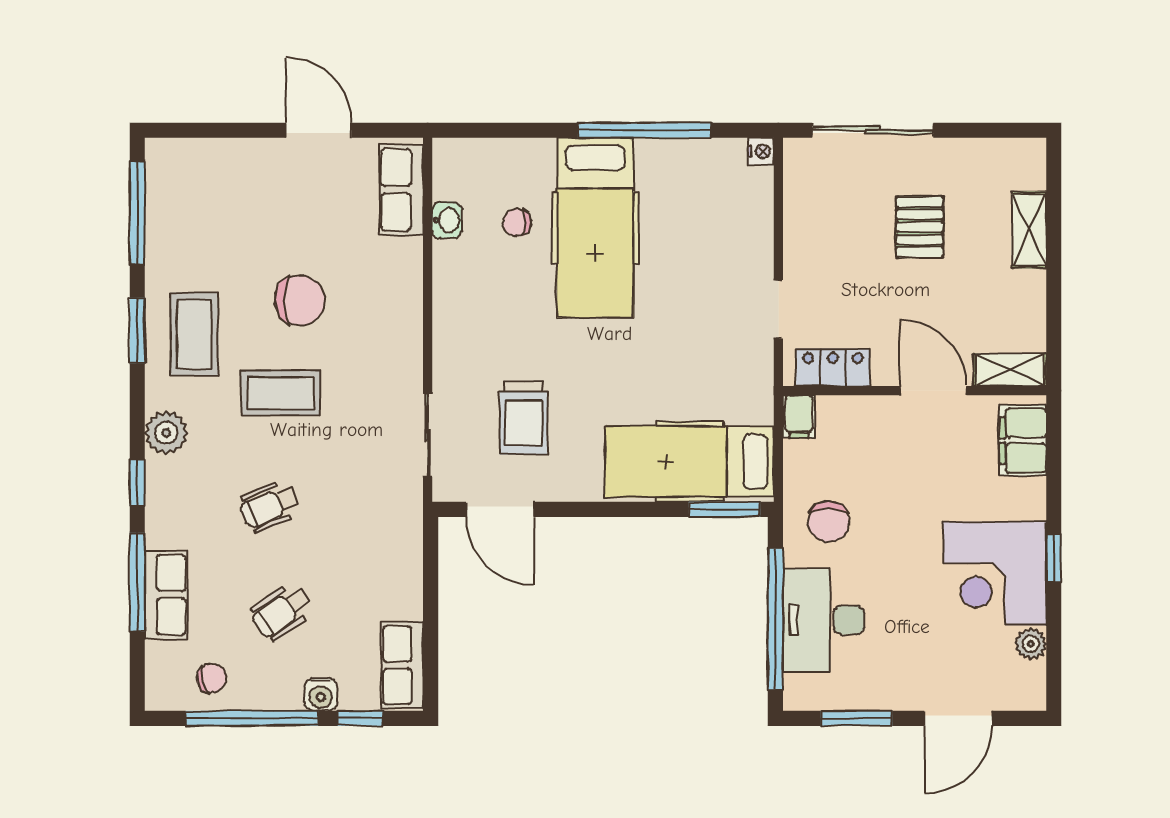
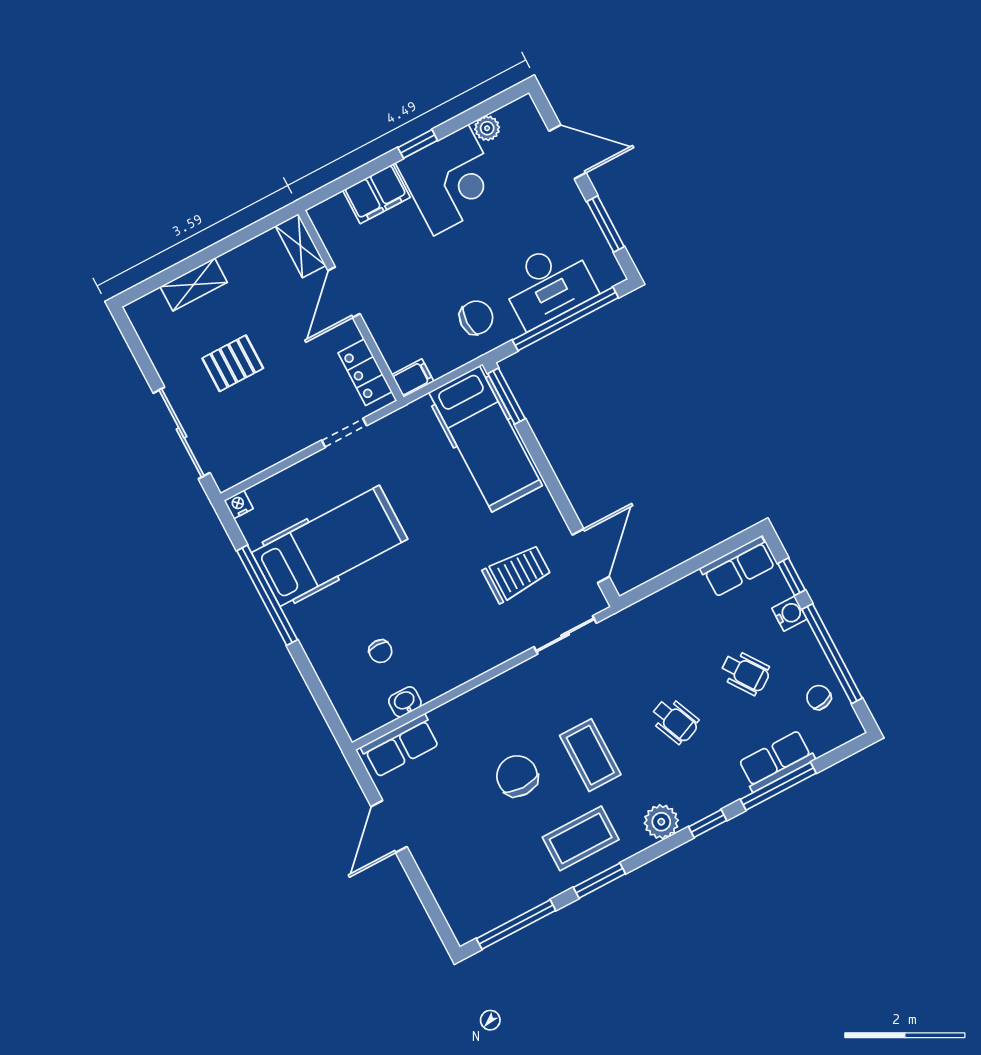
hospital bed: (595, 228) -> (330, 546), moved
filing cabinet: (1023, 440) -> (377, 194), moved

